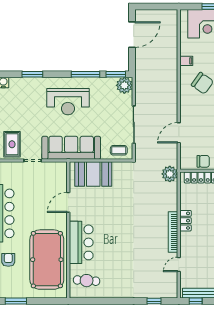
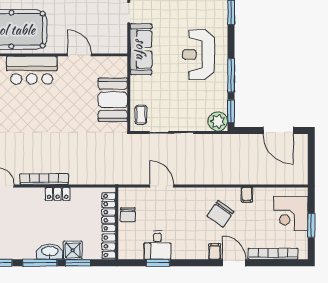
sofa: (71, 148) -> (141, 49), width x0.74, depth x0.79
booth: (93, 174) -> (113, 100), moved
plant: (170, 174) -> (113, 175), removed

